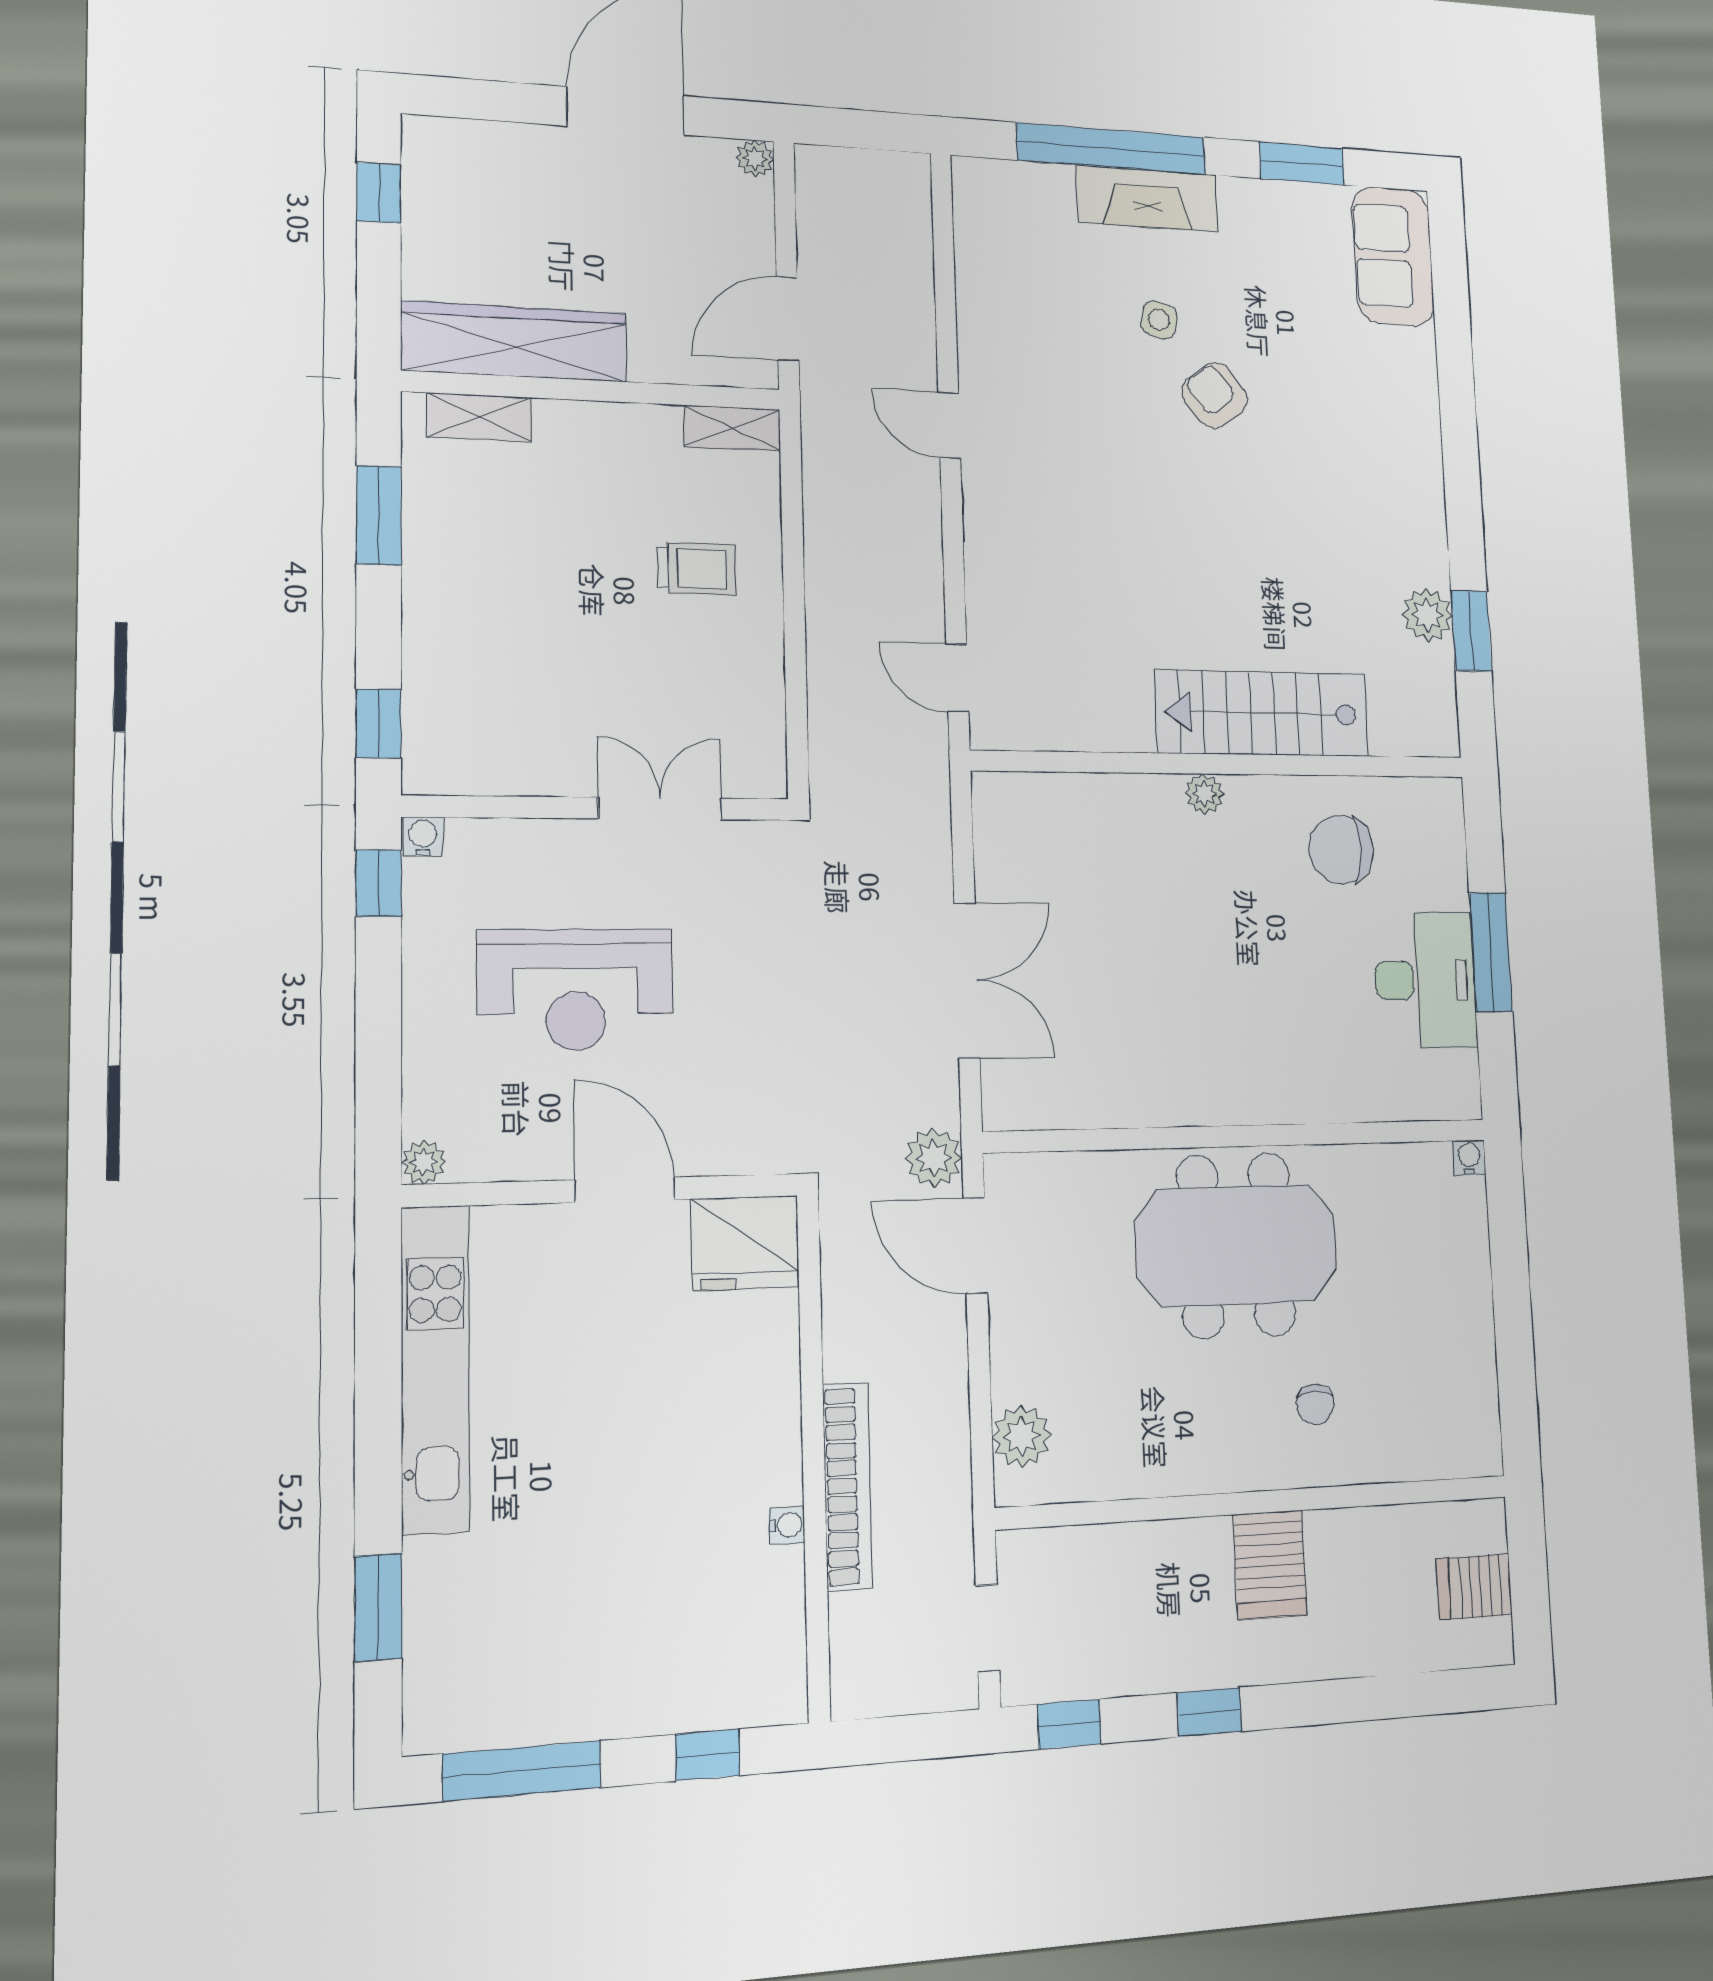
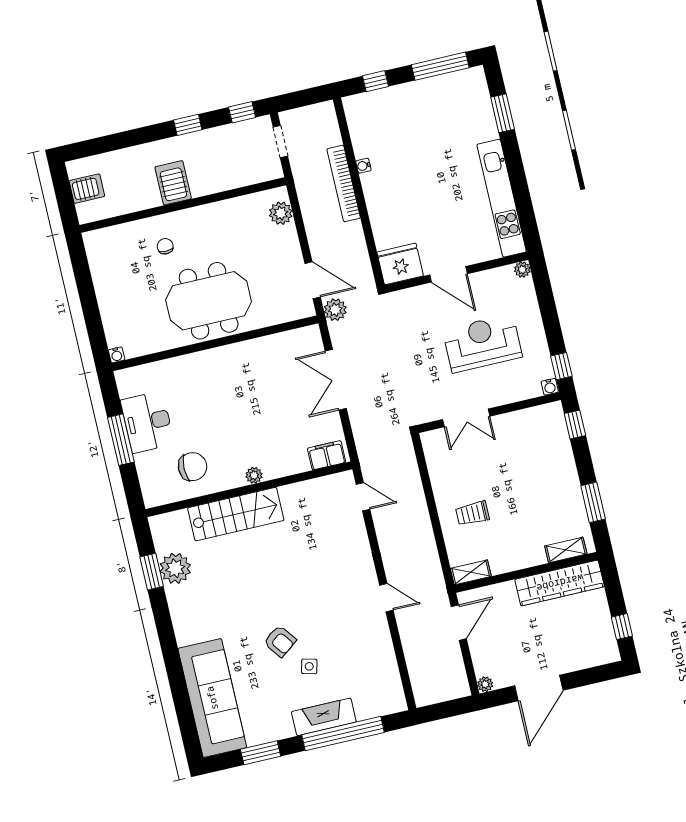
sofa: (1393, 256) -> (212, 698), width x1.85, depth x1.27
plant: (1427, 615) -> (175, 568), width x1.36, depth x1.36
filing cabinet: (1025, 800) -> (327, 455), added

